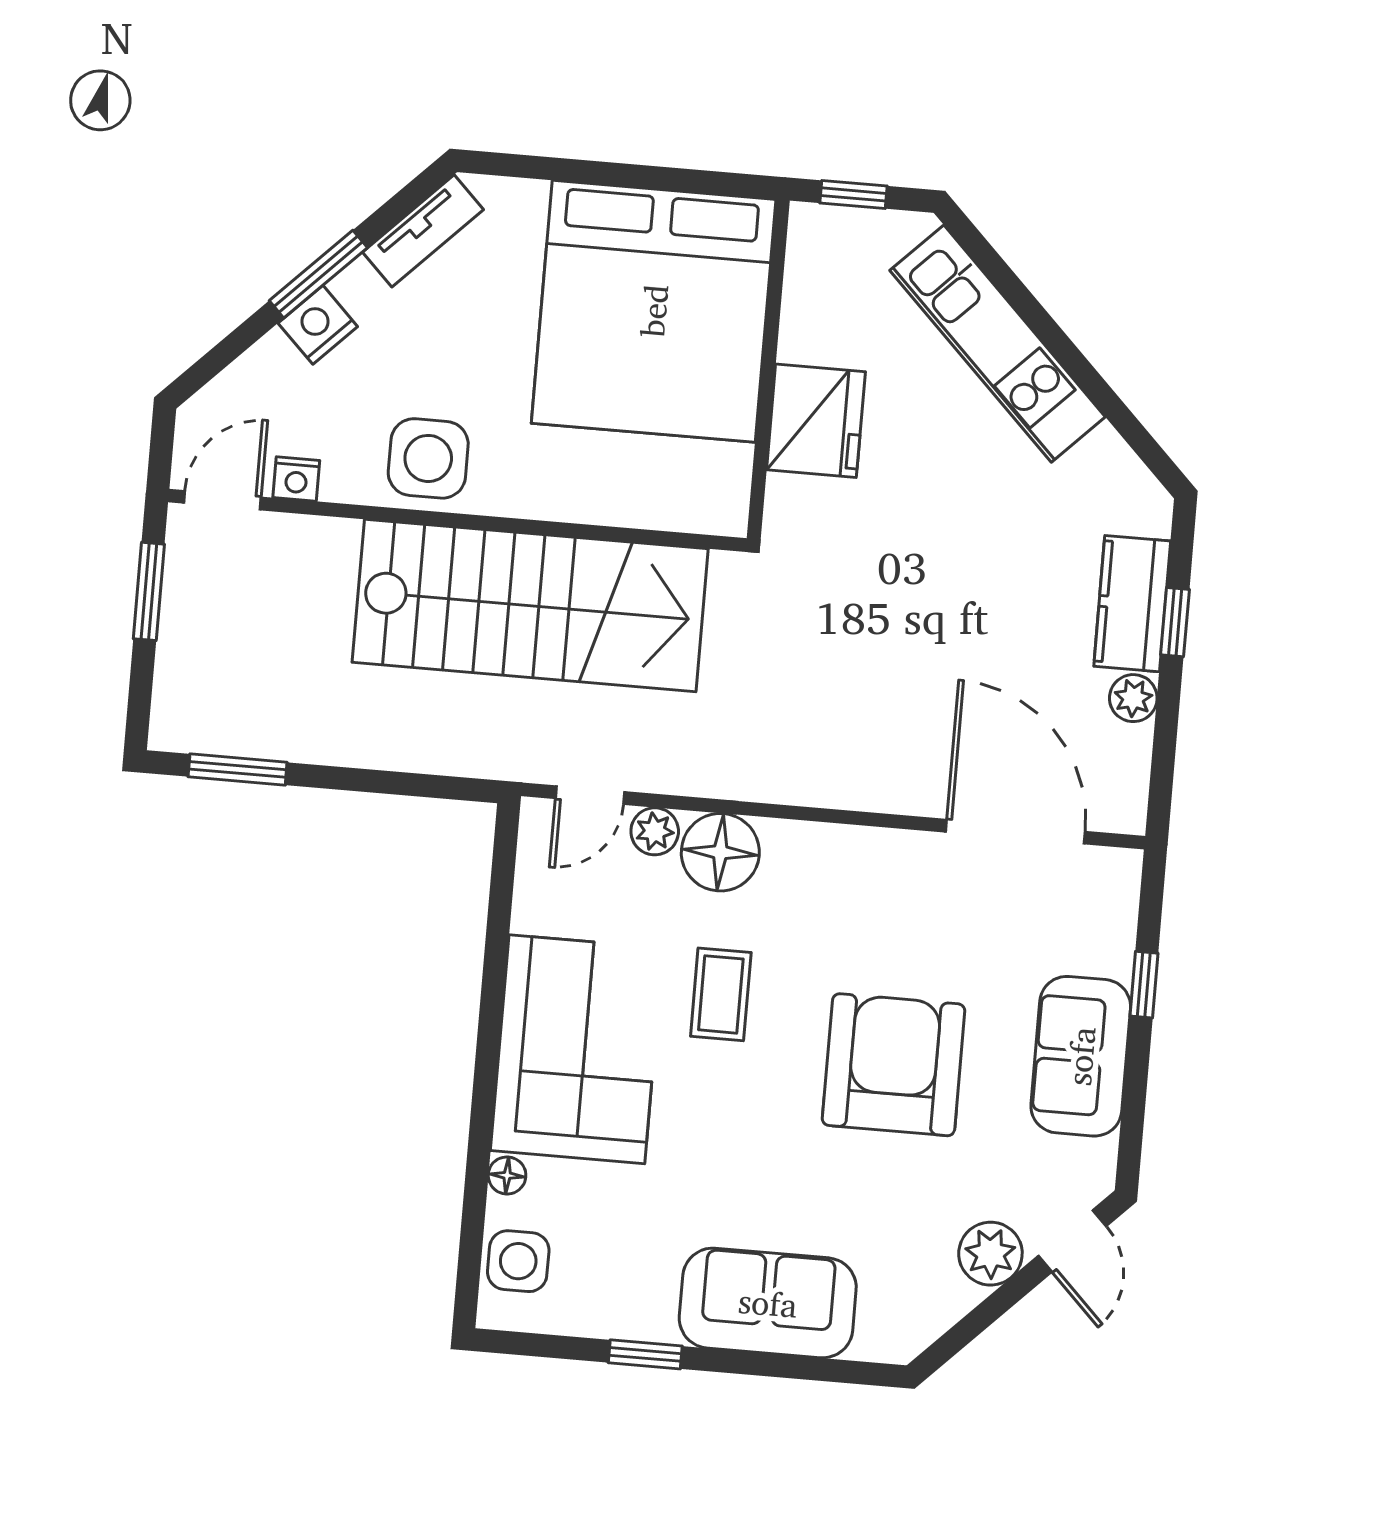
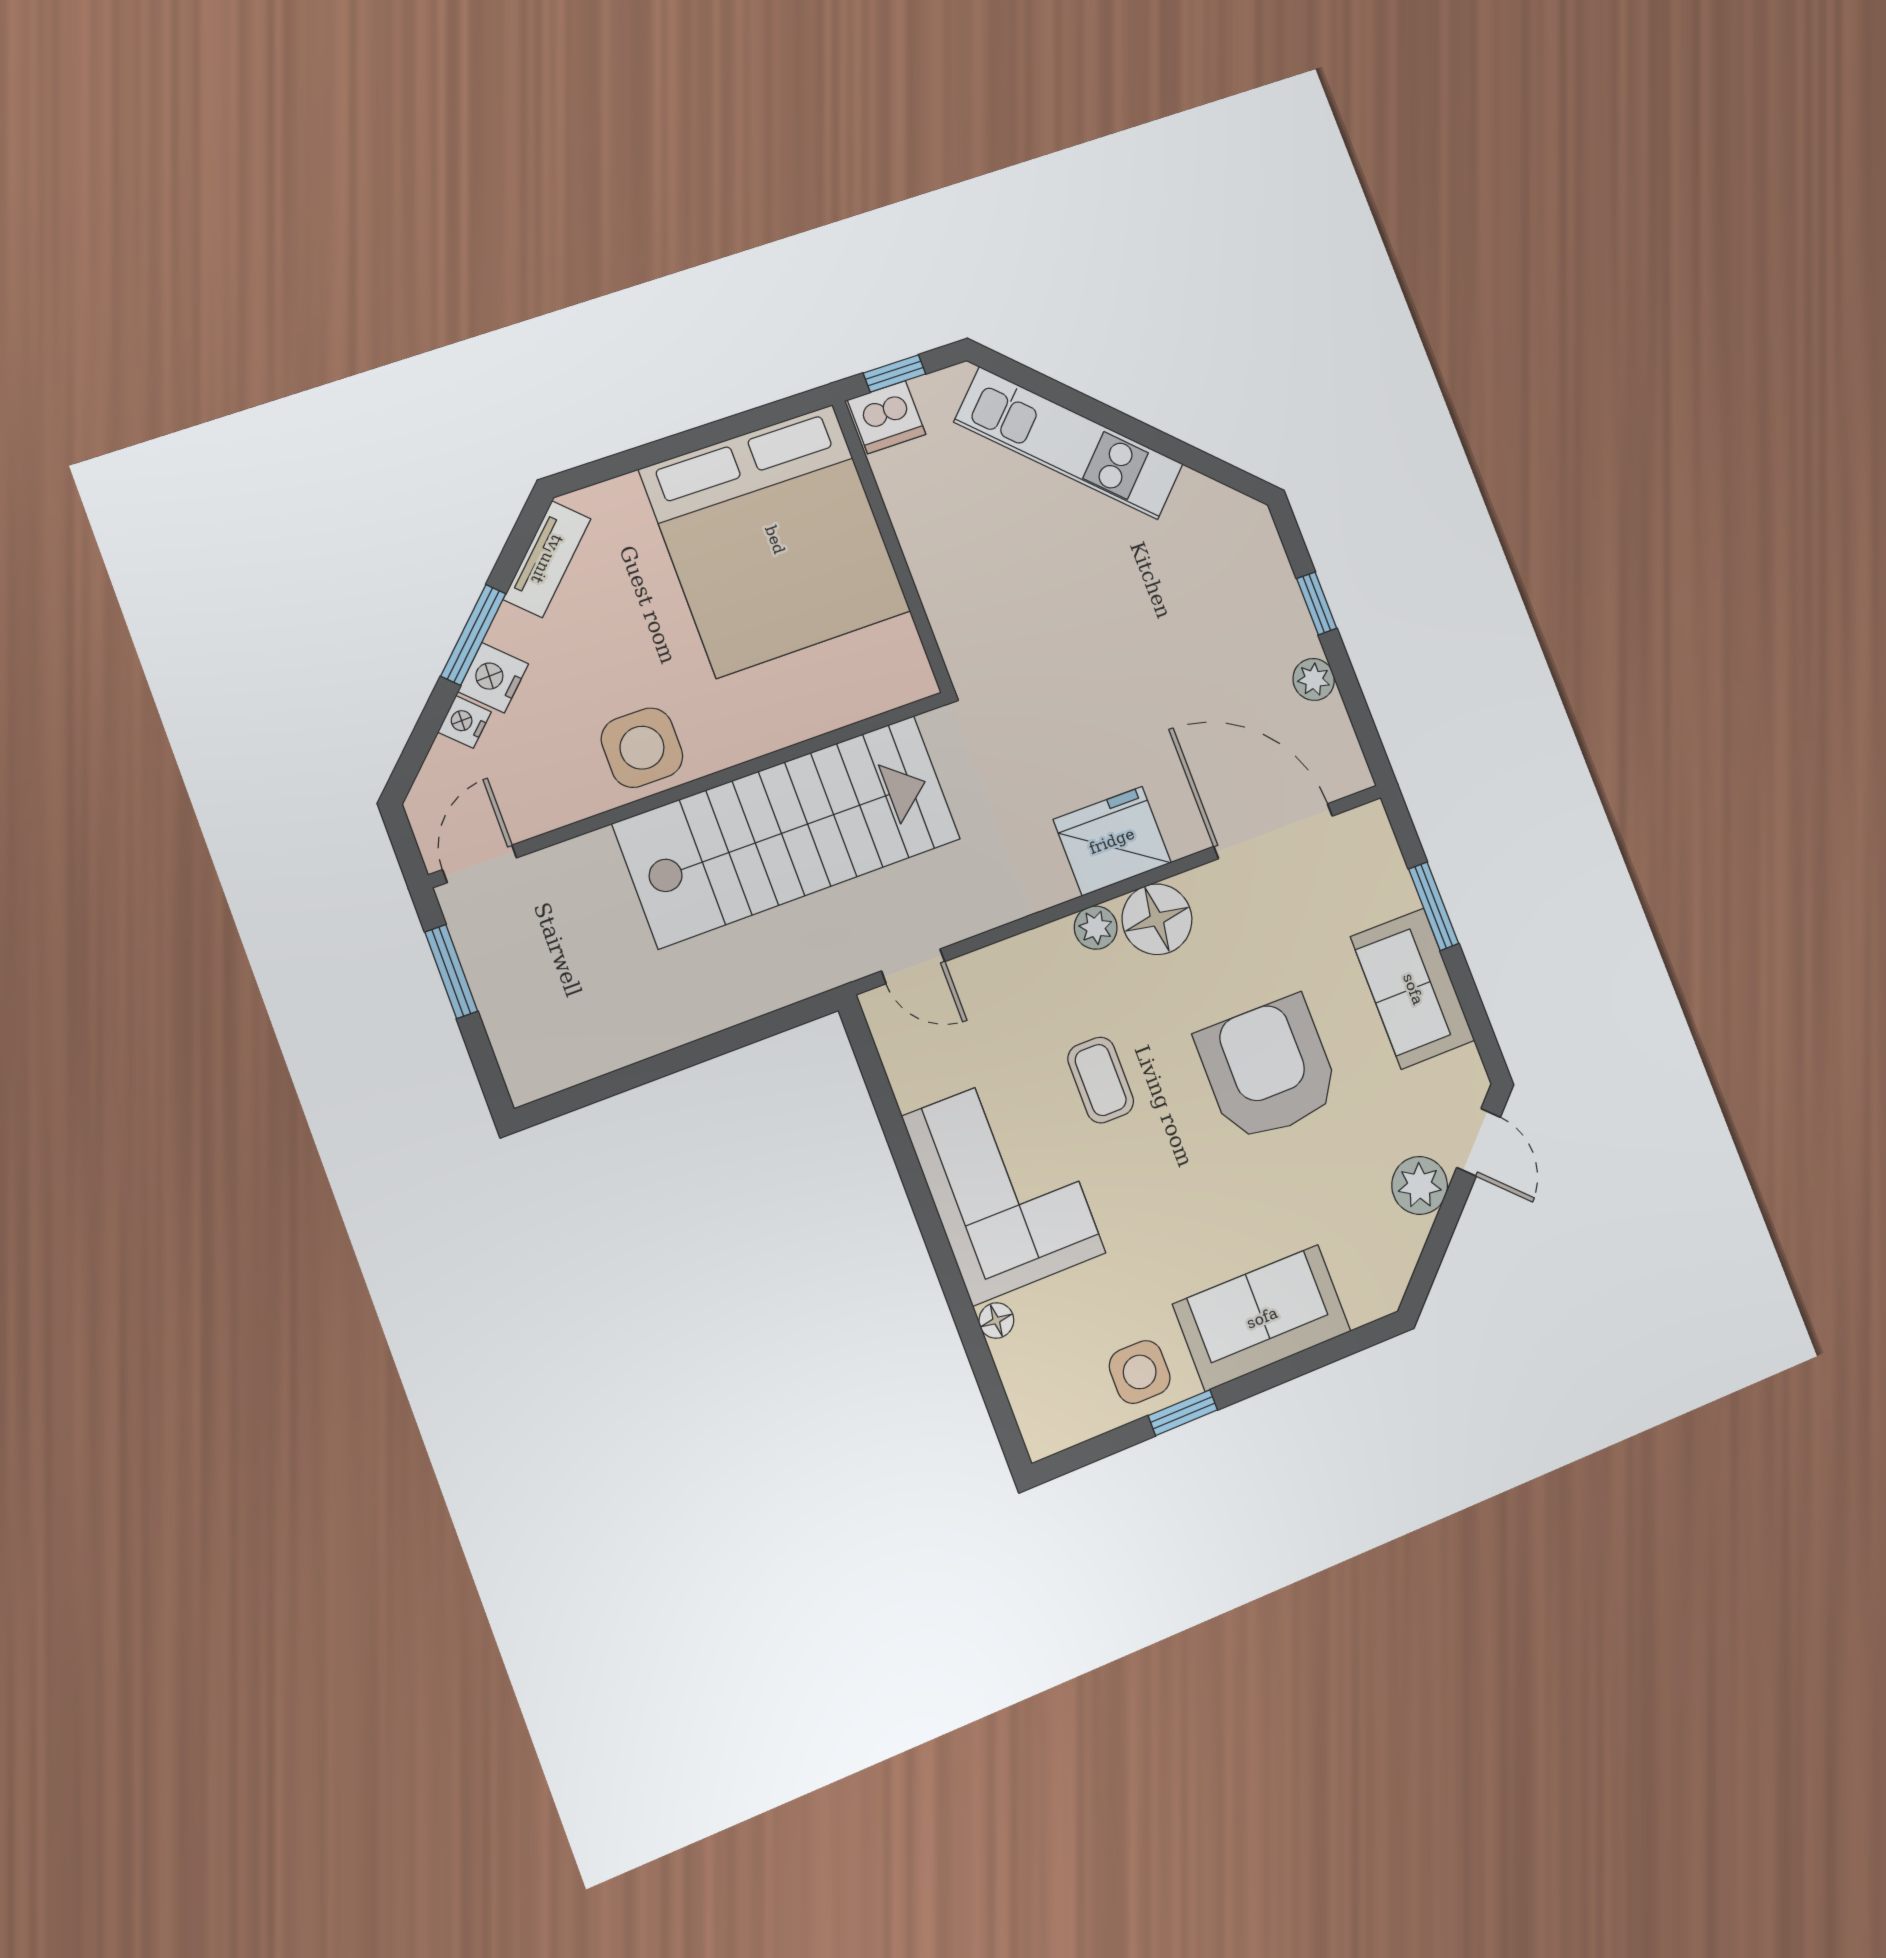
dishwasher: (824, 236) -> (887, 417), added
fridge: (816, 421) -> (1112, 841), moved, turned -90
nightstand: (296, 479) -> (464, 722), moved, turned 135
kitchen counter: (1132, 604) -> (1276, 604), removed
window: (238, 770) -> (602, 1088), removed
door: (590, 795) -> (913, 966), hinge flipped
plant: (655, 831) -> (1096, 928), moved
floor lamp: (720, 852) -> (1157, 919), moved
window: (1144, 985) -> (1434, 906), width x1.50
side table: (518, 1261) -> (1140, 1372), moved

